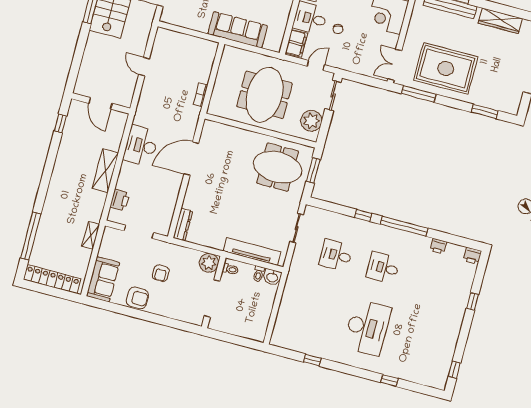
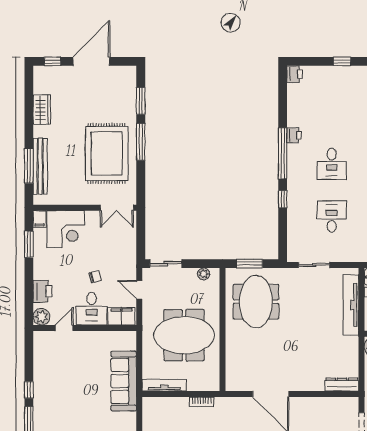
wardrobe: (500, 21) -> (42, 110), width x0.67
tv unit: (224, 65) -> (164, 385), added
window: (419, 94) -> (141, 142), moved
plant: (311, 121) -> (204, 274), width x0.53, depth x0.53
printer: (438, 246) -> (294, 135), moved
desk: (336, 255) -> (332, 217), turned 180

